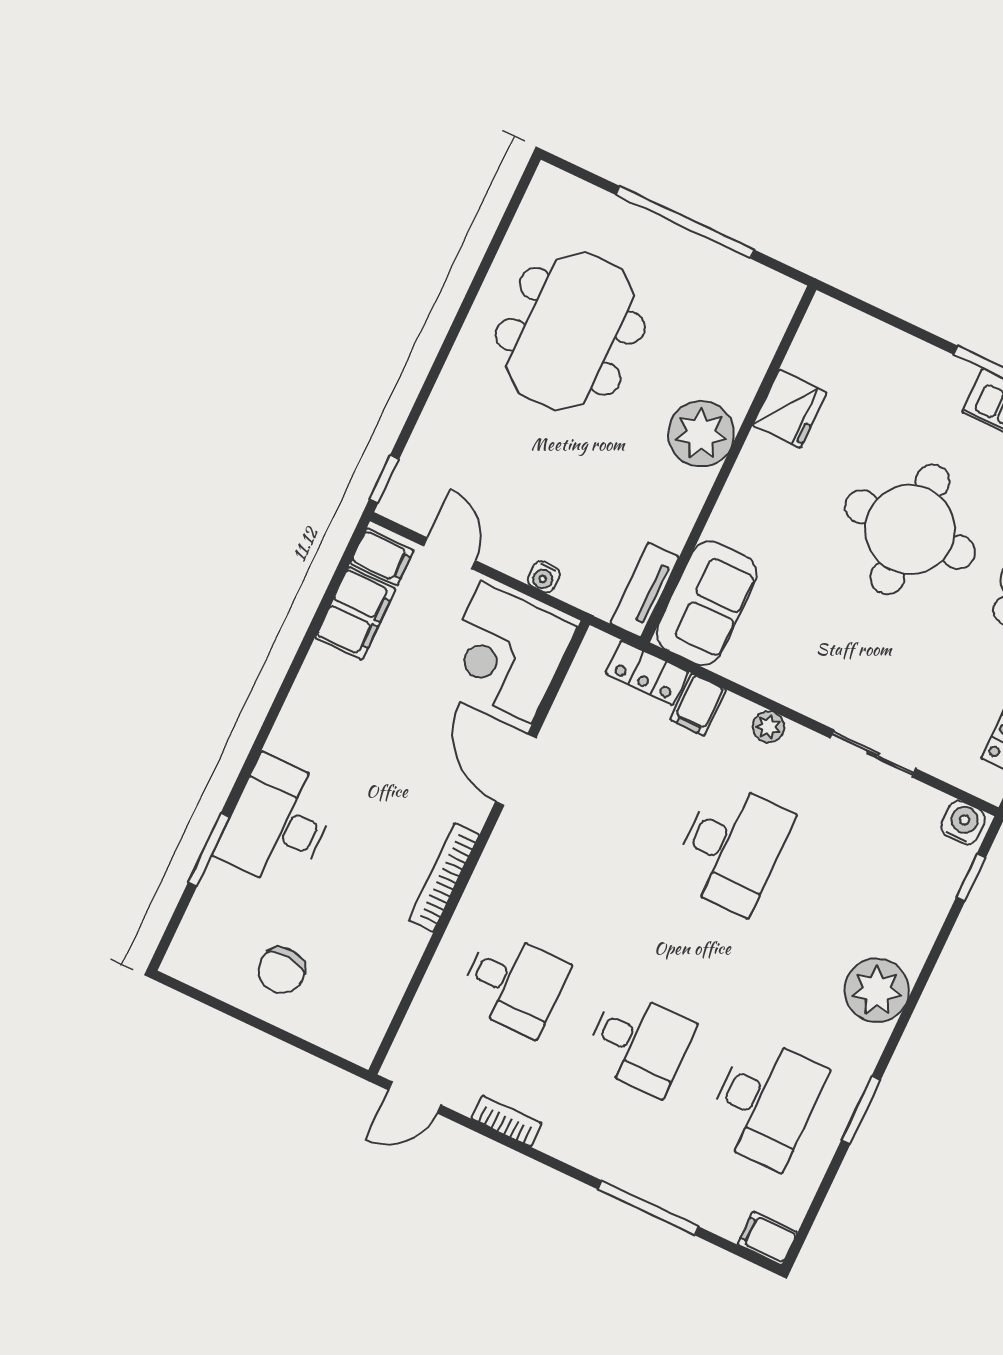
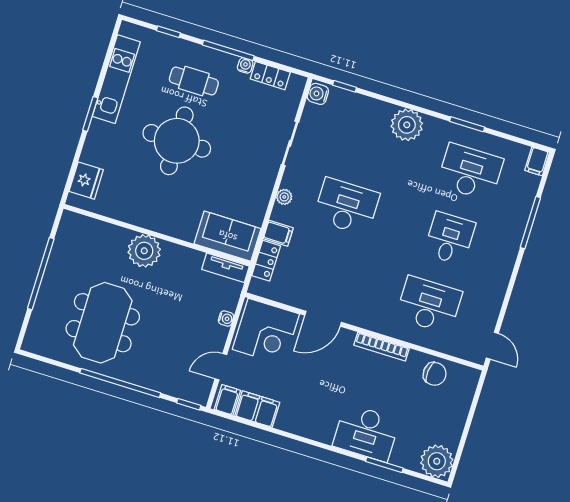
meeting table: (570, 331) -> (103, 323), turned 90
window: (446, 349) -> (120, 383), added
fridge: (790, 409) -> (86, 181), moved, turned 90
plant: (201, 955) -> (437, 461), added
chair: (282, 970) -> (435, 374), moved
desk: (514, 984) -> (429, 305), width x1.37
bookcase: (507, 1121) -> (497, 299), removed

